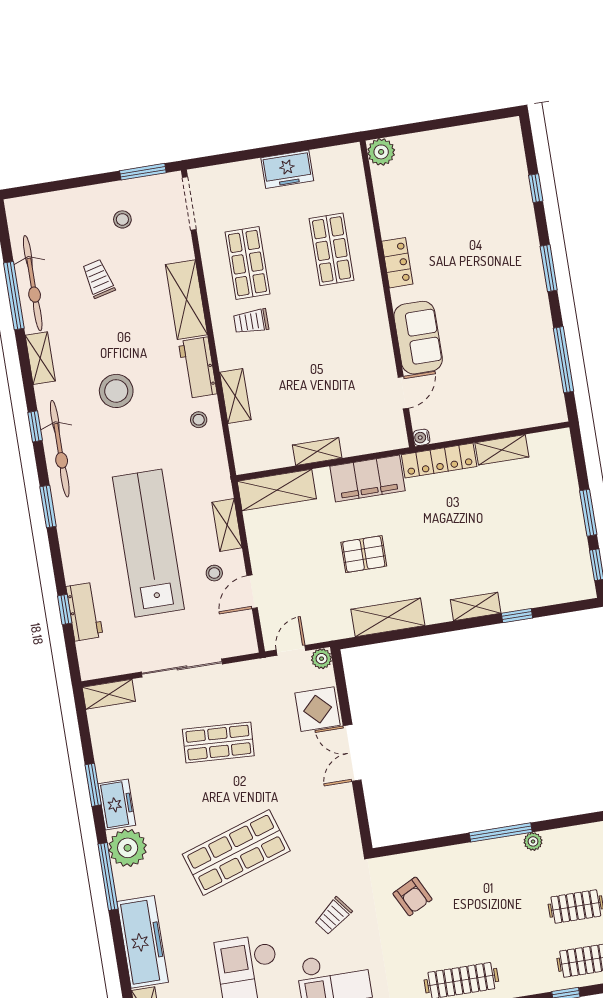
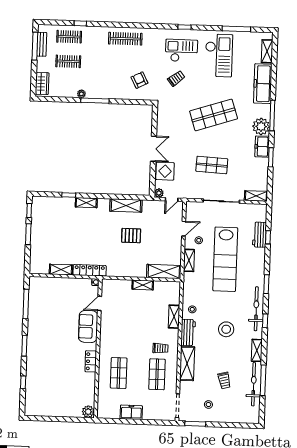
filing cabinet: (368, 478) -> (123, 269), removed

